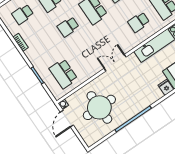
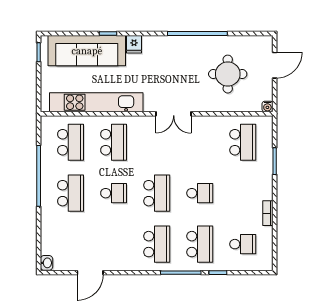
school desk: (139, 22) -> (114, 142), width x1.85
round table: (99, 107) -> (228, 74), width x0.73, depth x0.73
door: (67, 119) -> (275, 65), moved

